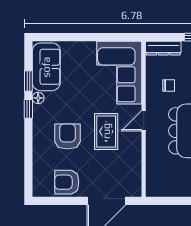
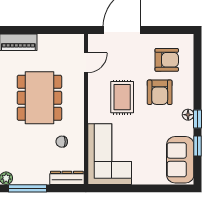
floor lamp: (38, 98) -> (188, 115), moved
door: (144, 121) -> (86, 63), moved
armchair: (67, 182) -> (167, 60), moved

